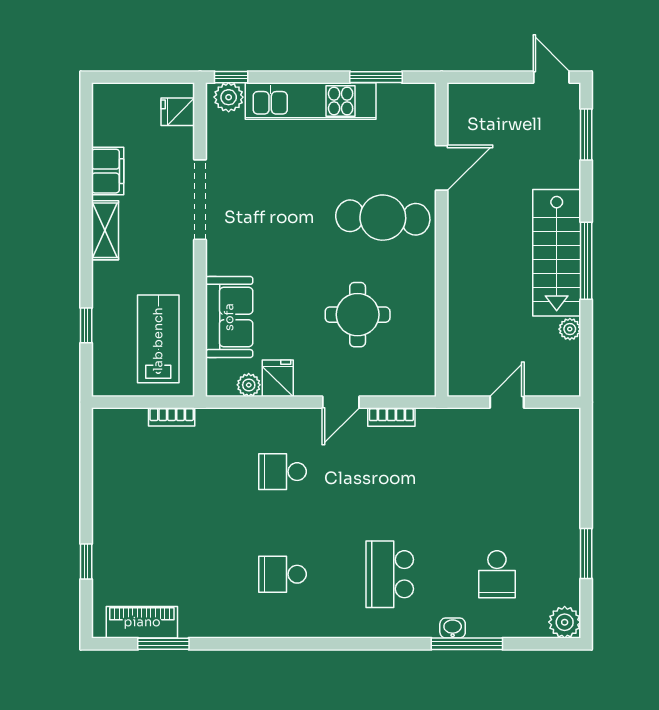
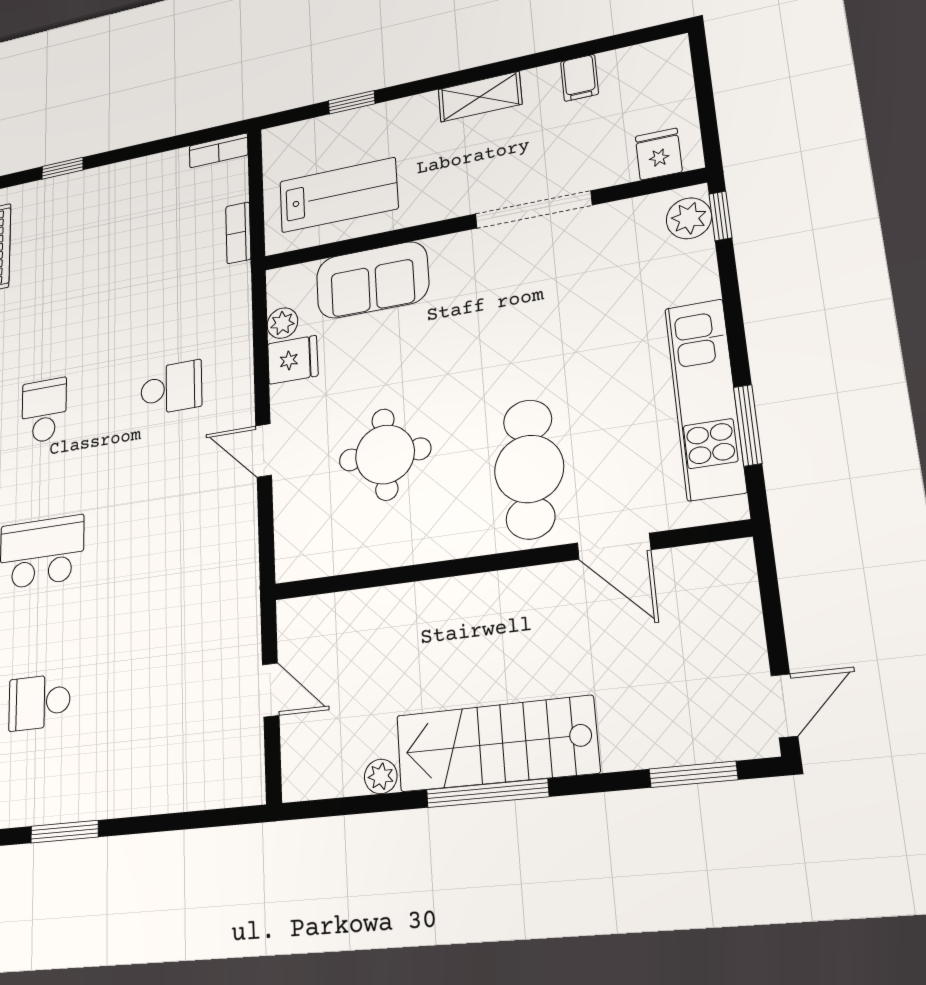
kitchen unit: (311, 101) -> (705, 399), moved
filing cabinet: (108, 171) -> (579, 78), width x0.50
bookcase: (391, 417) -> (219, 150), moved, turned -90
school desk: (283, 472) -> (171, 388), turned 90

